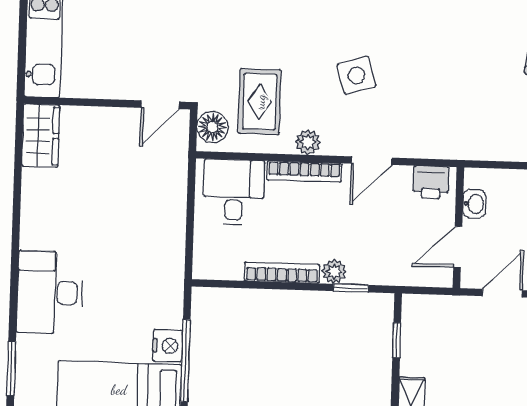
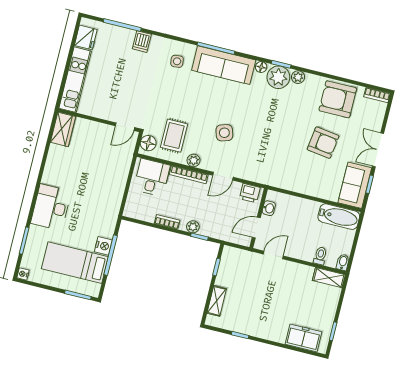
bookcase: (282, 273) -> (167, 222), width x0.64

